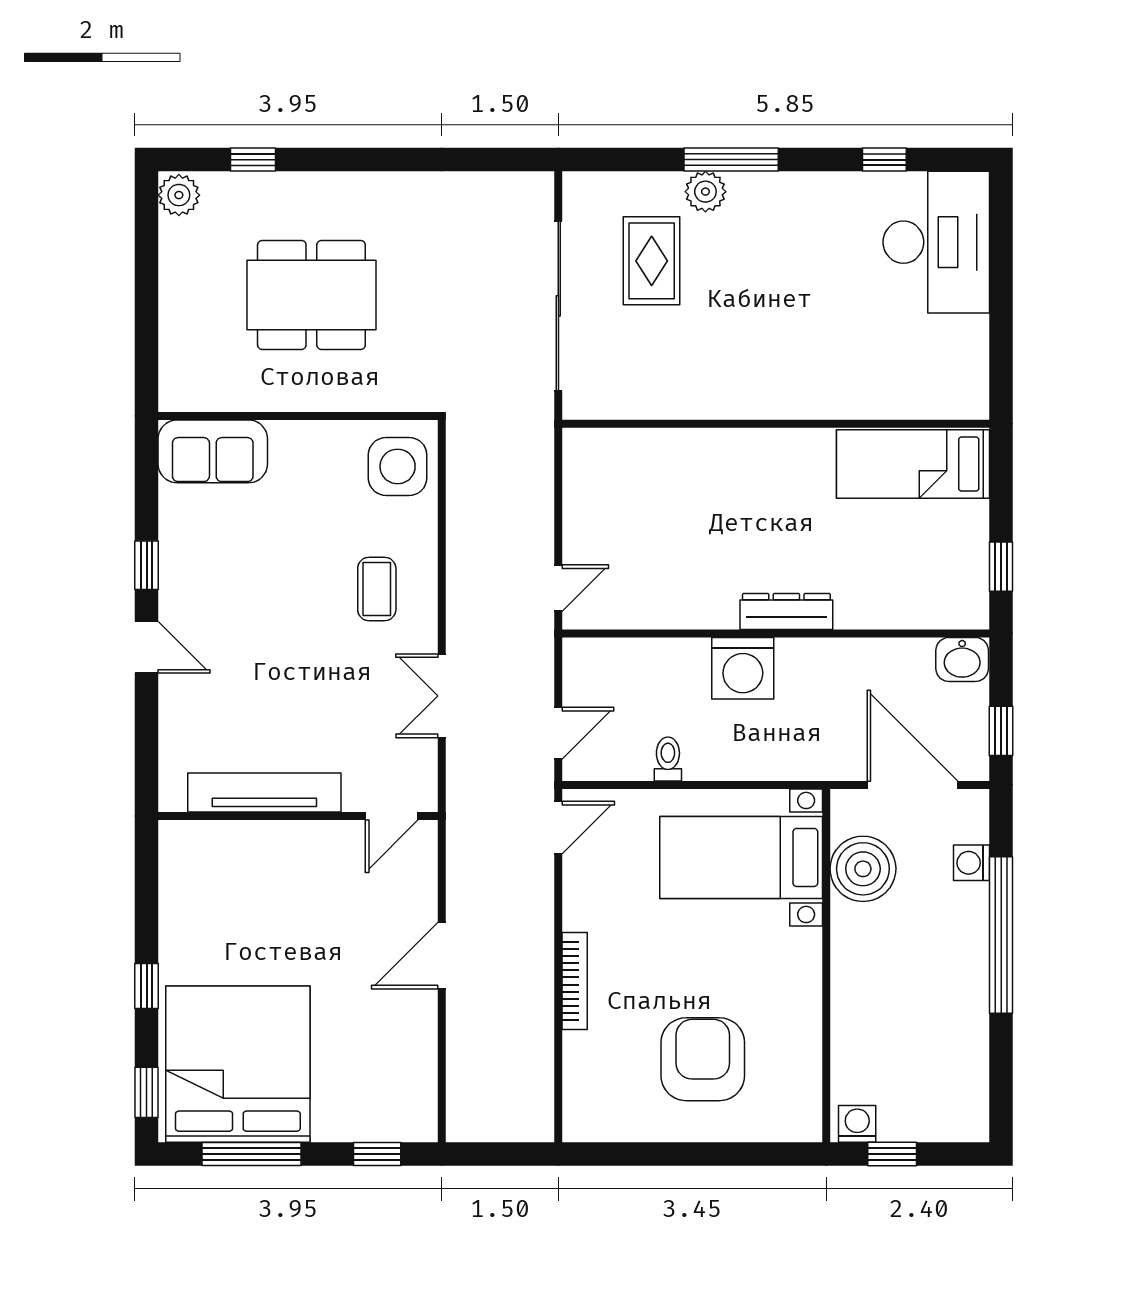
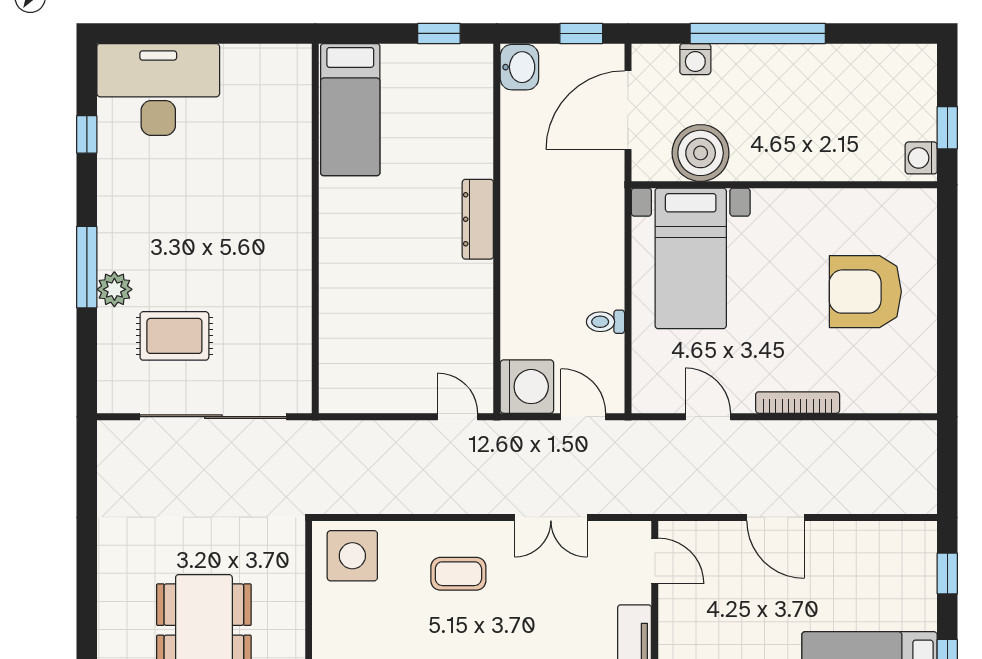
washing machine: (743, 668) -> (527, 387), moved
door: (558, 828) -> (708, 417), moved

